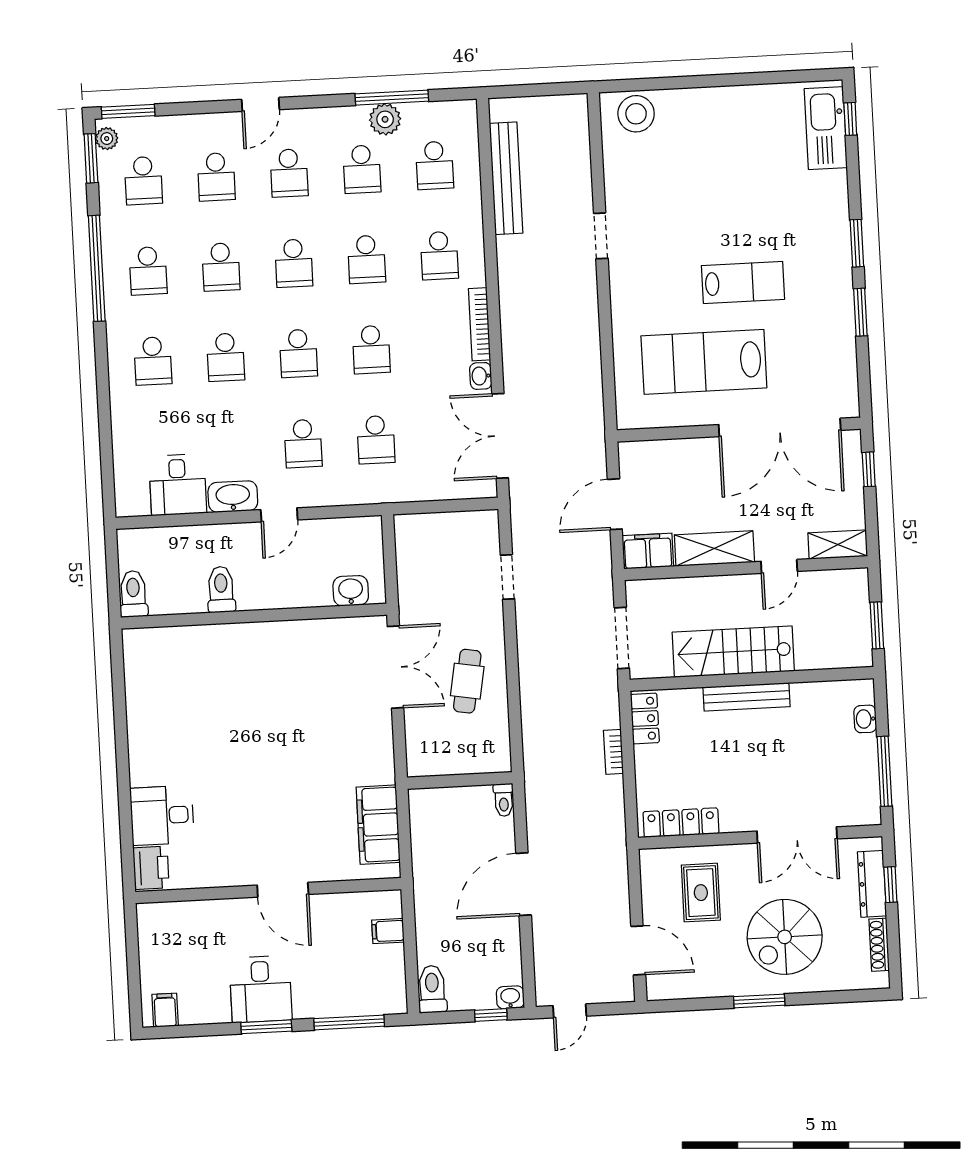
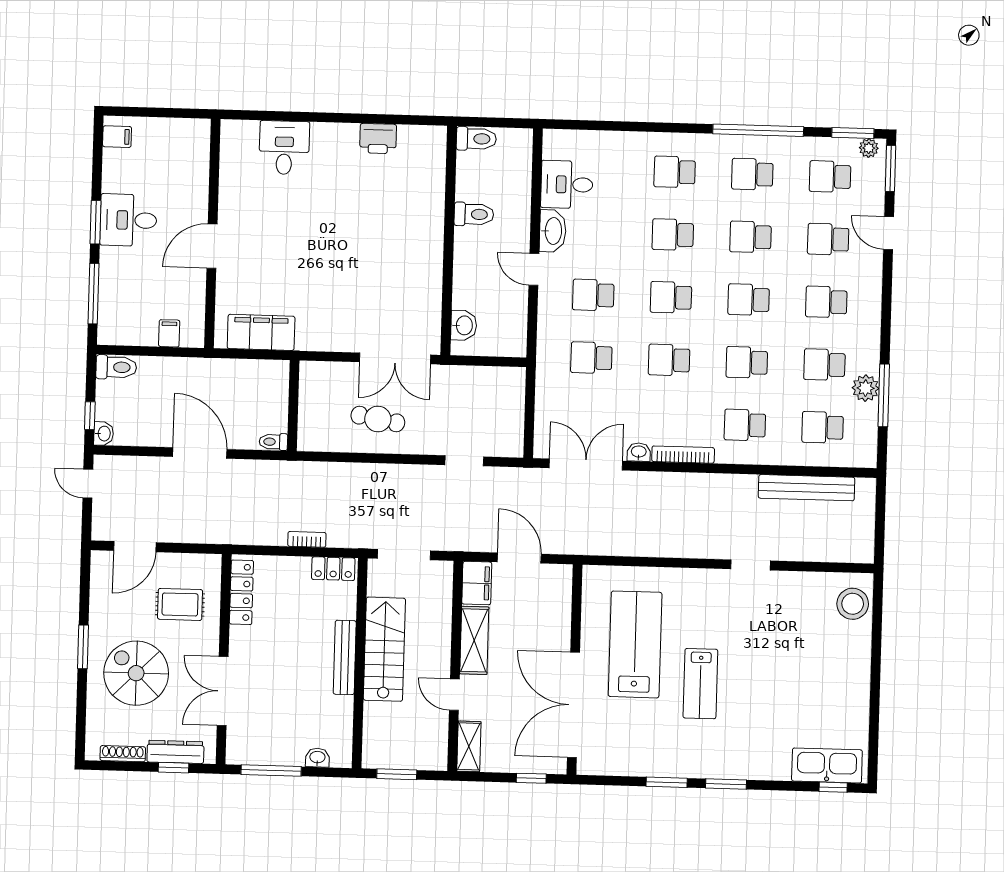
door: (261, 104) -> (889, 233), moved
printer: (151, 868) -> (378, 139), moved

